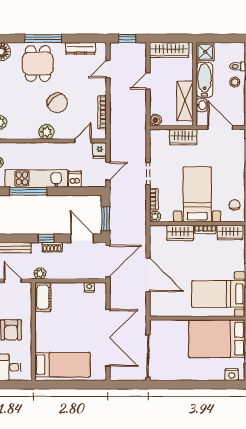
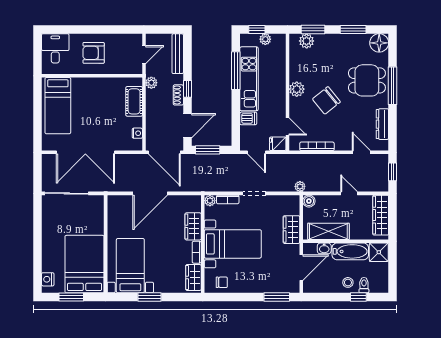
plant: (141, 129) -> (300, 186), added
cot: (43, 297) -> (134, 101), moved, turned 90

